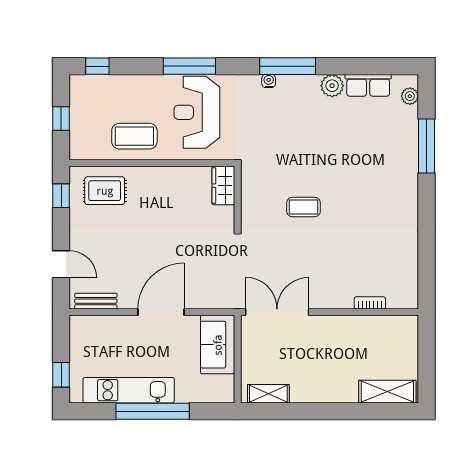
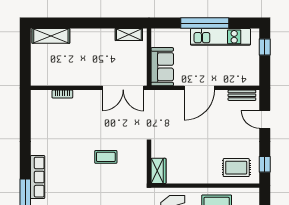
row of seats: (408, 176) -> (38, 177), added

